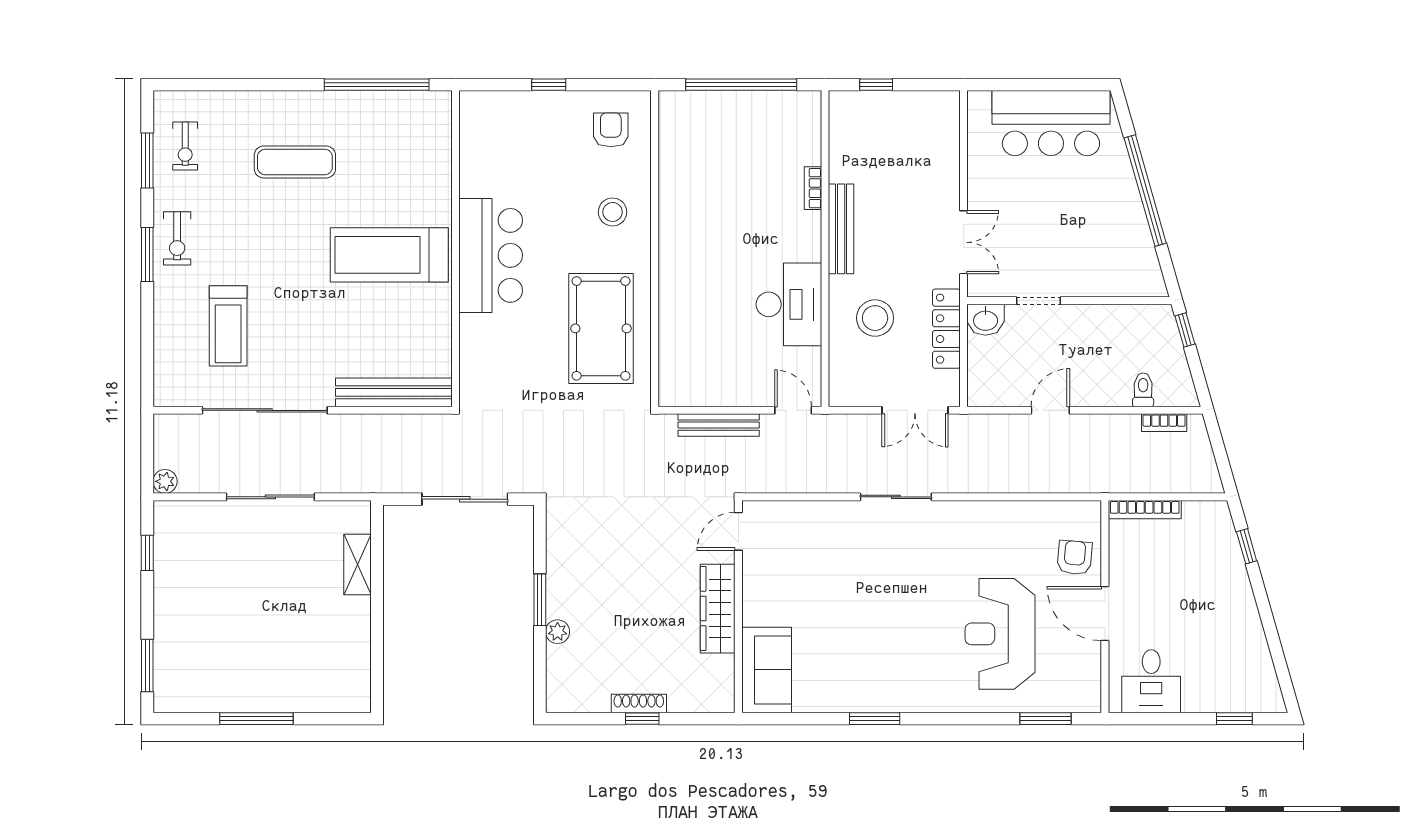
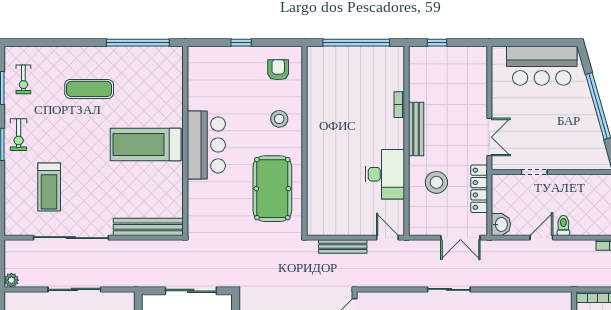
washbasin: (986, 320) -> (501, 224), moved, turned -90
toilet: (1143, 390) -> (563, 225), moved

